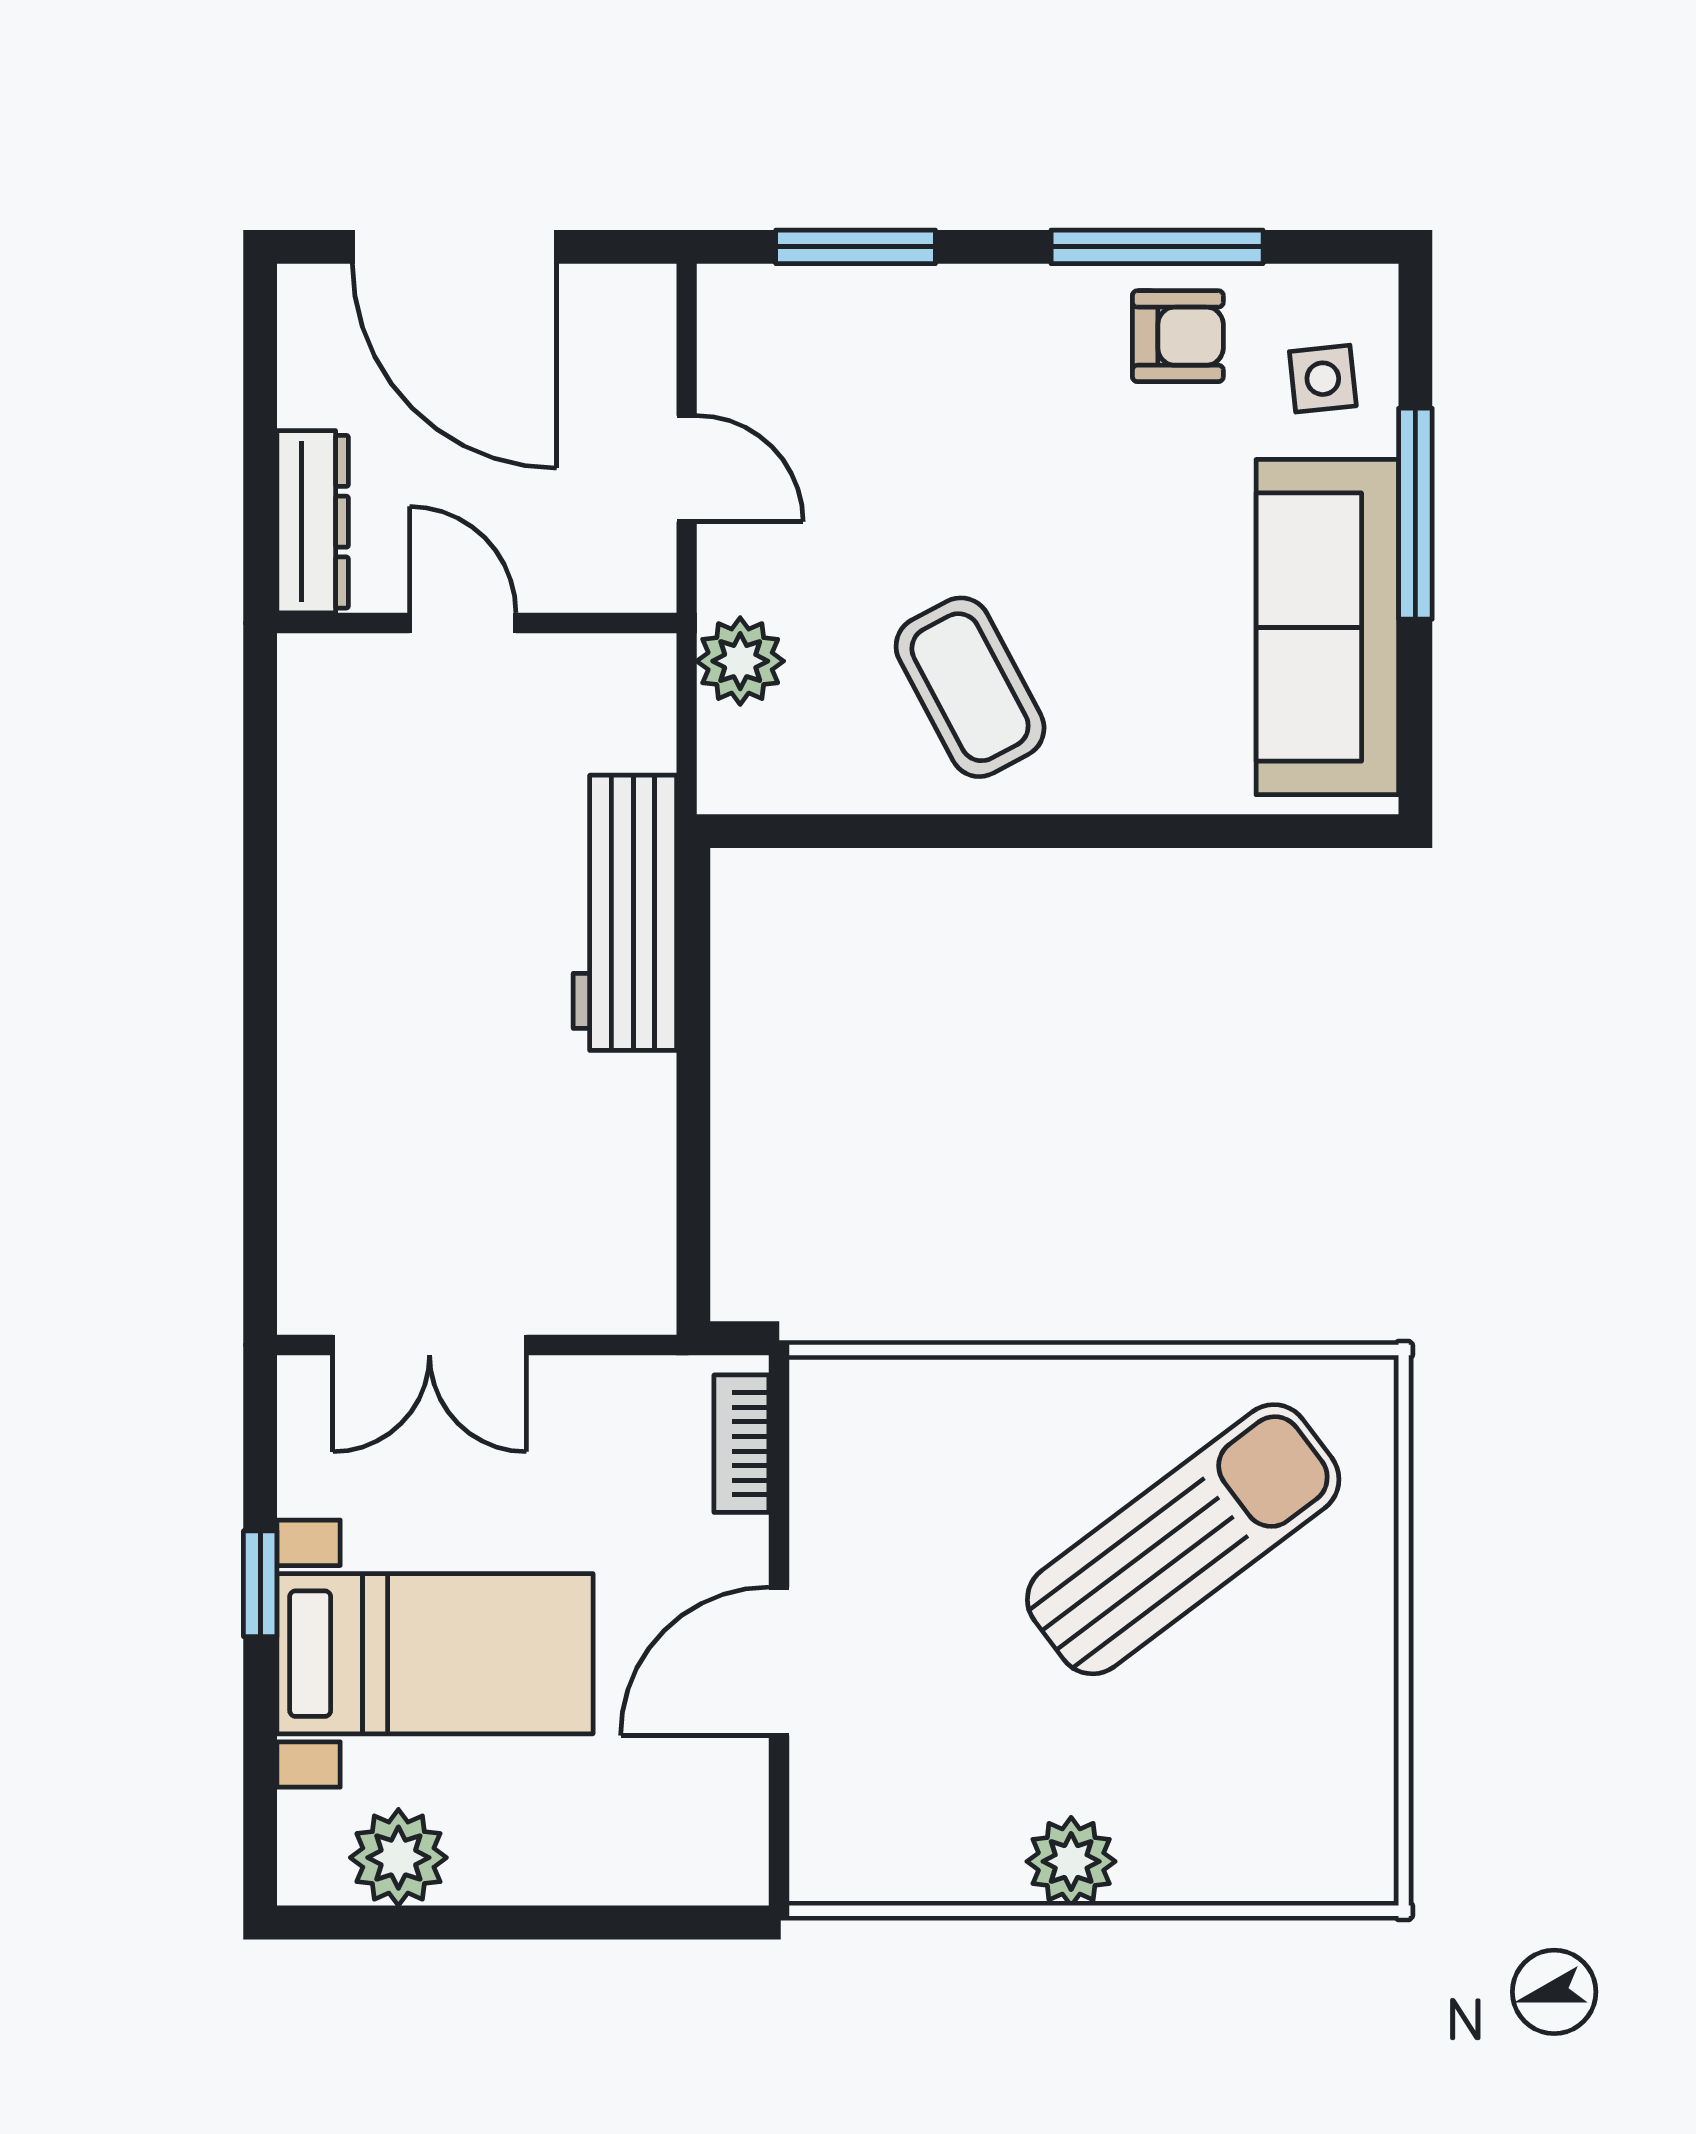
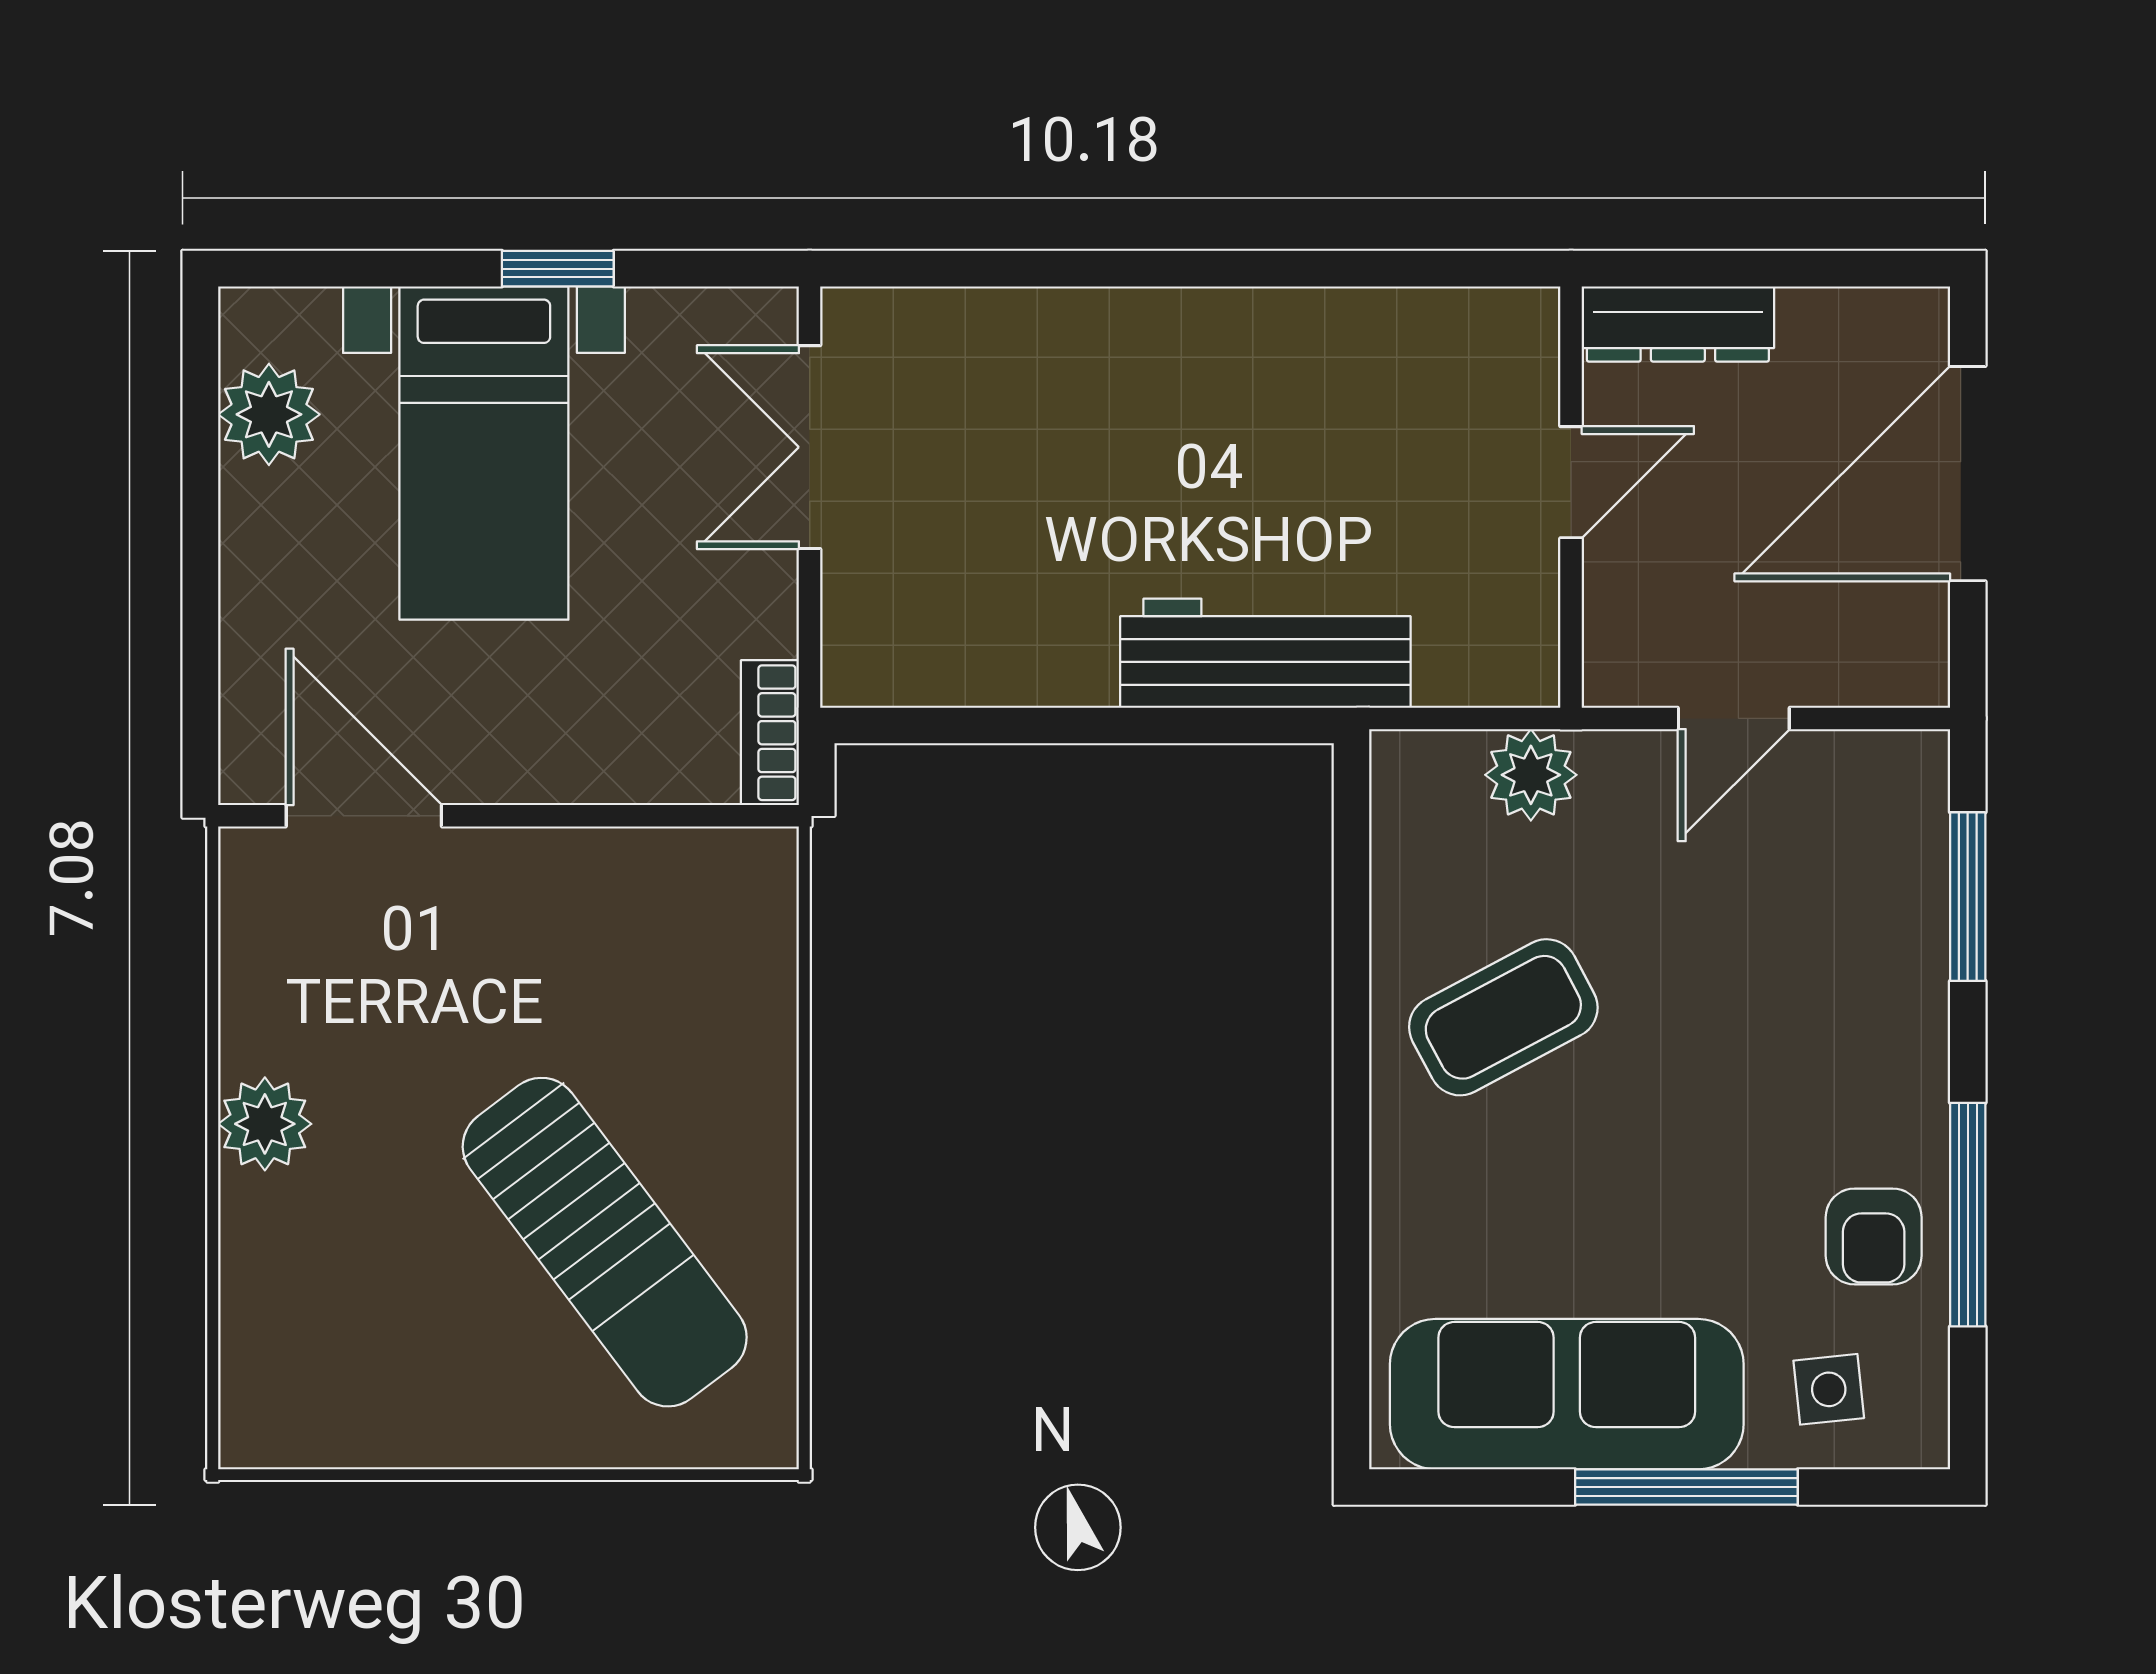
bookcase: (741, 1444) -> (770, 733), moved, turned -90
door: (779, 1661) -> (364, 816), moved

